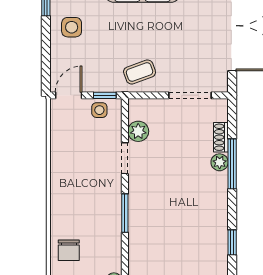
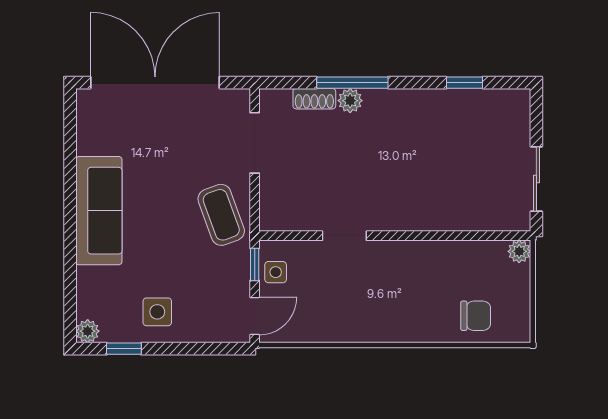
coffee table: (140, 72) -> (221, 215), width x1.36, depth x1.30
door: (69, 95) -> (255, 316), swing flipped
plant: (138, 131) -> (306, 217), removed
window: (125, 213) -> (423, 236), removed

